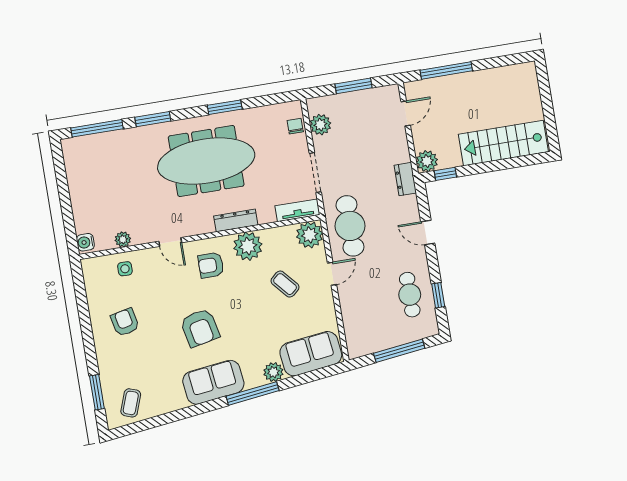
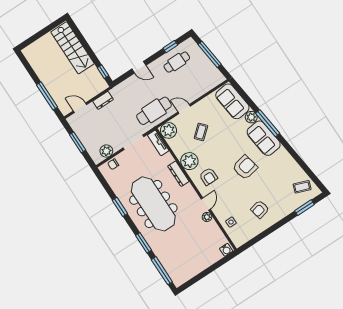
plant: (427, 161) -> (101, 85), removed
dresser: (405, 179) -> (103, 100), moved
door: (428, 232) -> (139, 67), hinge flipped
plant: (123, 239) -> (207, 217), moved
sofa: (213, 382) -> (264, 138), moved

